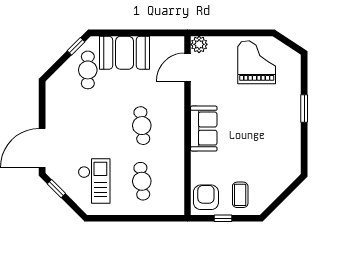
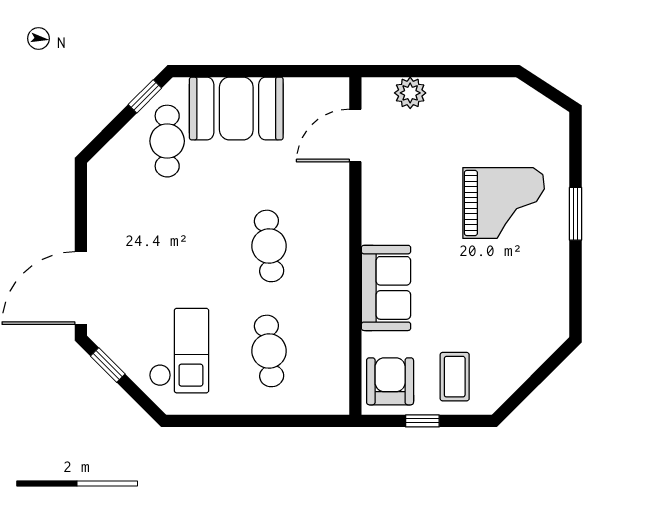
plant: (199, 44) -> (410, 93), moved
grand piano: (257, 62) -> (504, 203), moved, turned 90
sofa: (204, 129) -> (386, 288), moved

